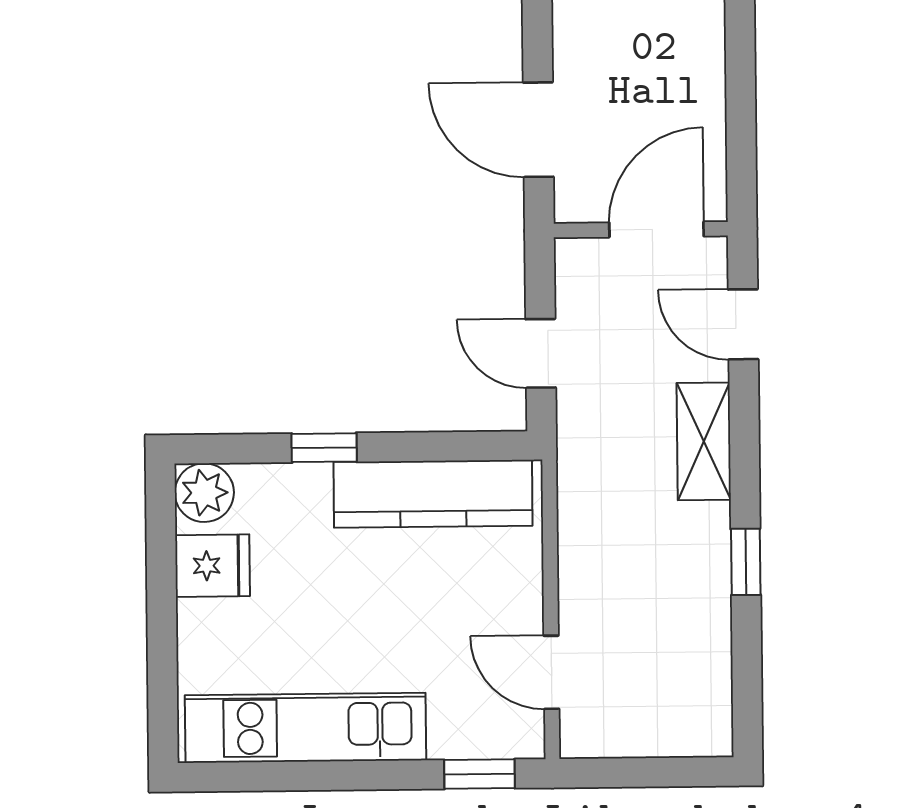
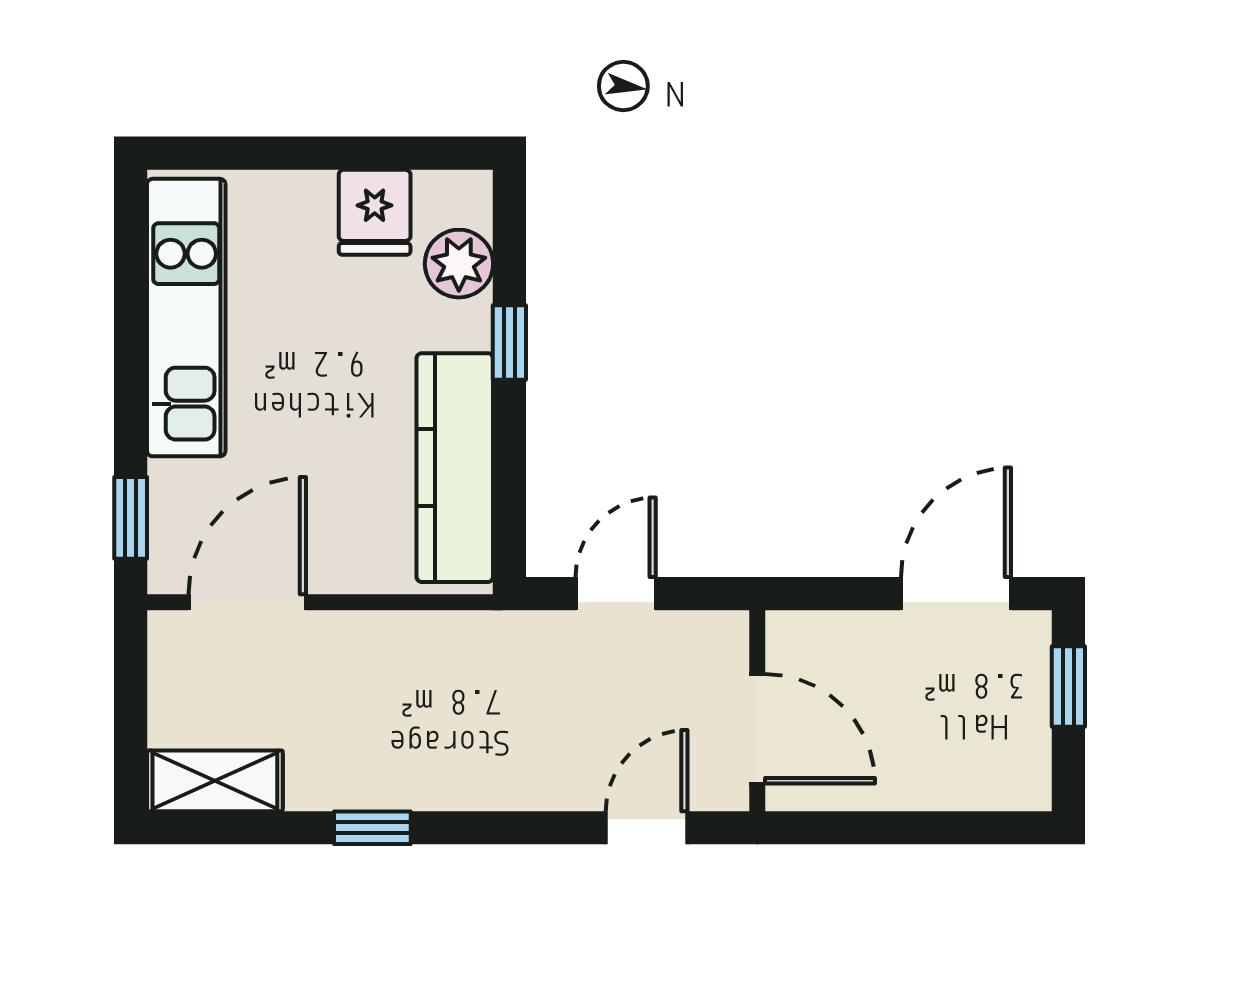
door: (538, 130) -> (956, 594), moved
shelving: (704, 441) -> (215, 781), moved
plant: (204, 493) -> (459, 264), moved
door: (551, 672) -> (247, 602), width x1.38

